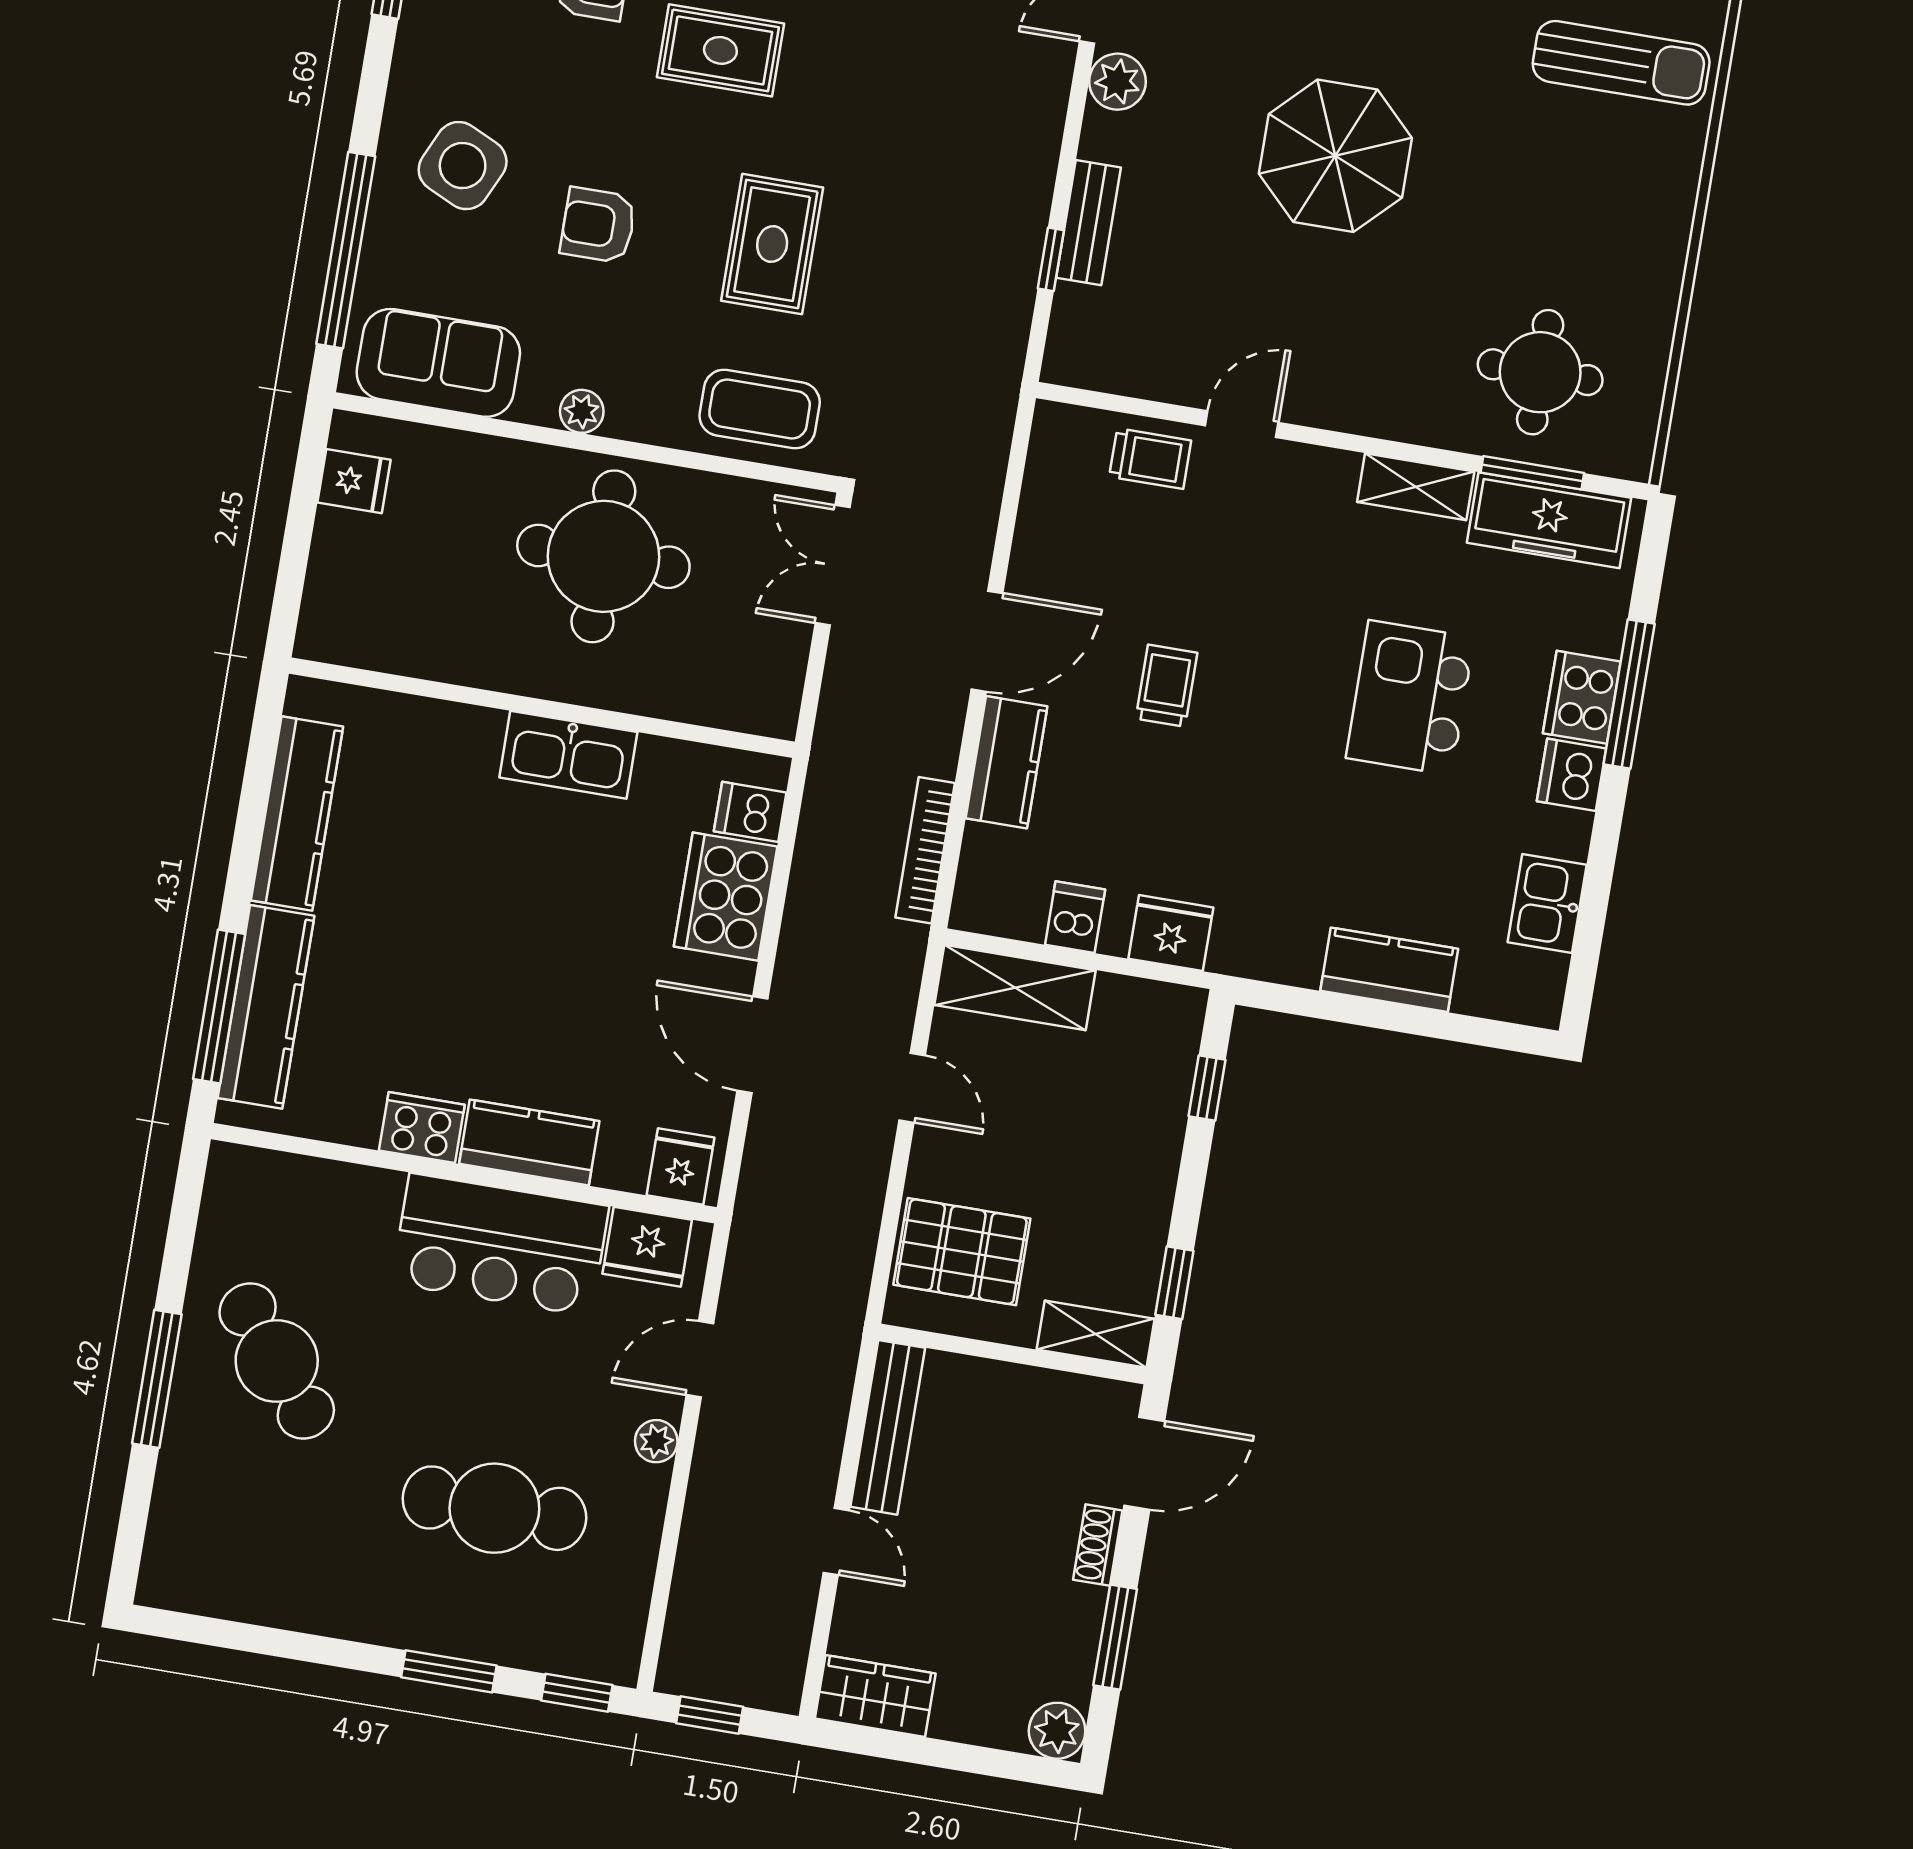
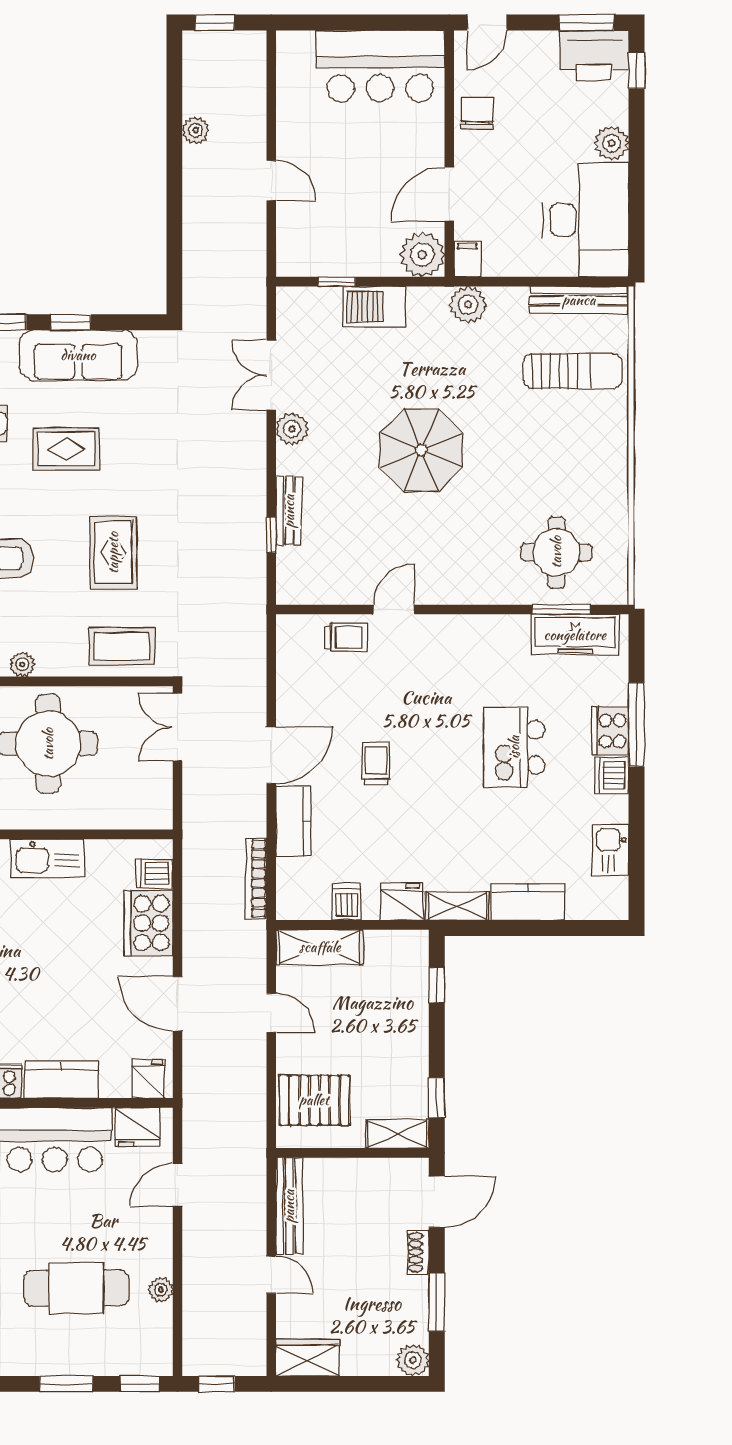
shelving: (1416, 487) -> (457, 906), moved
plant: (656, 1441) -> (161, 1290), moved

